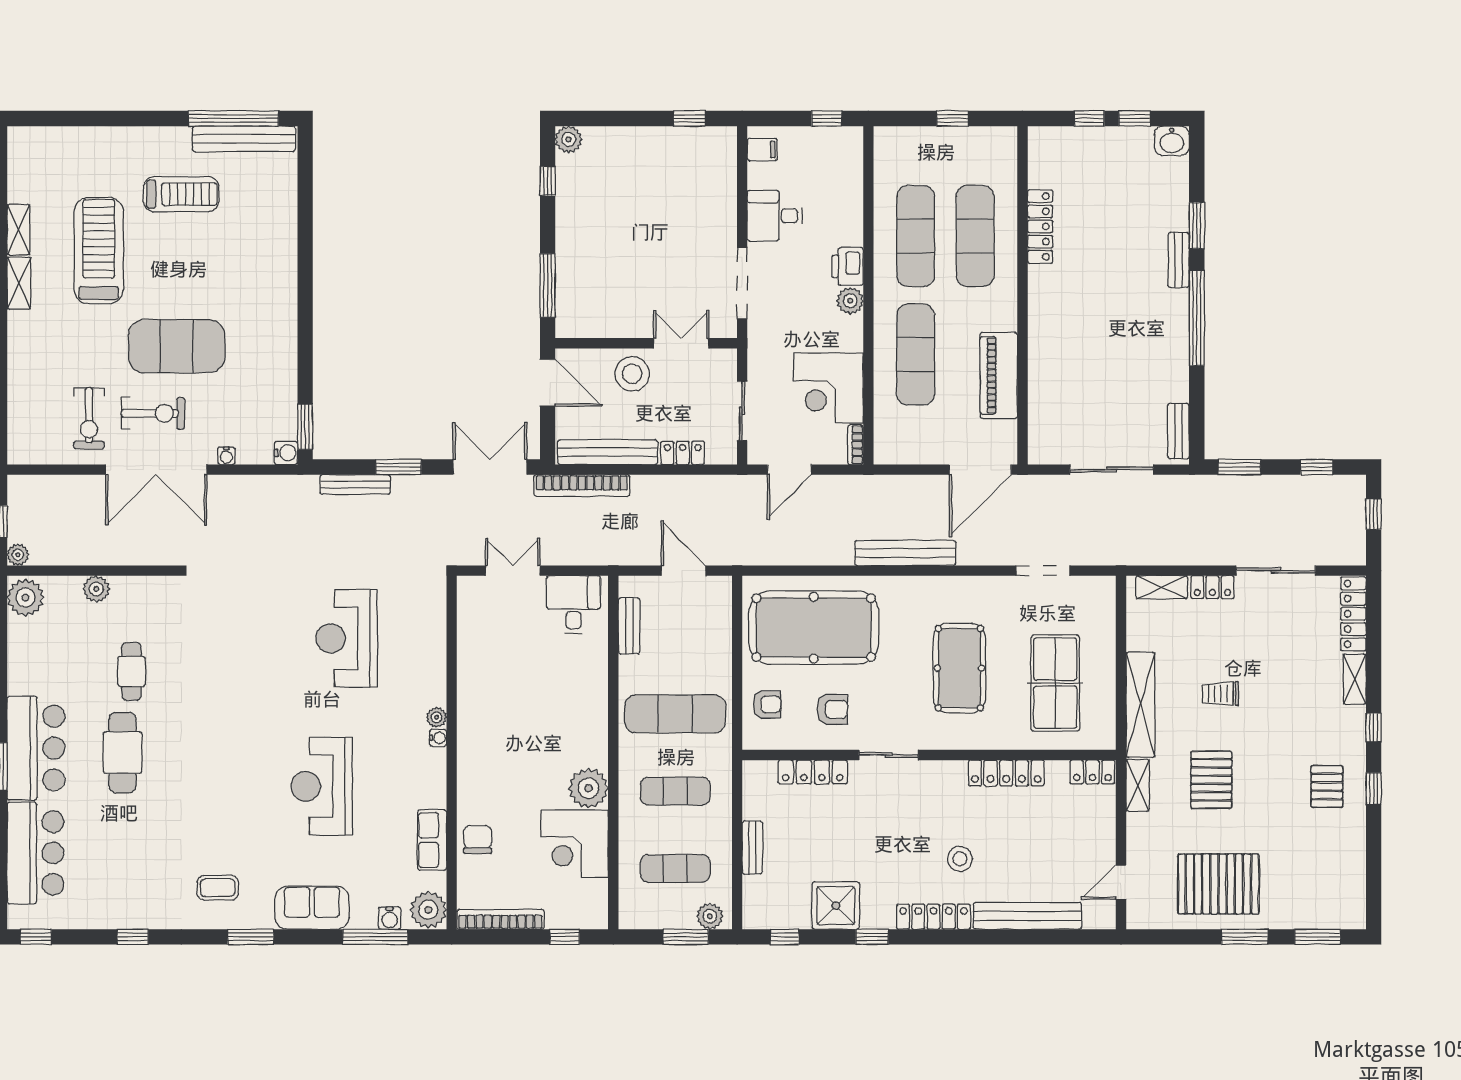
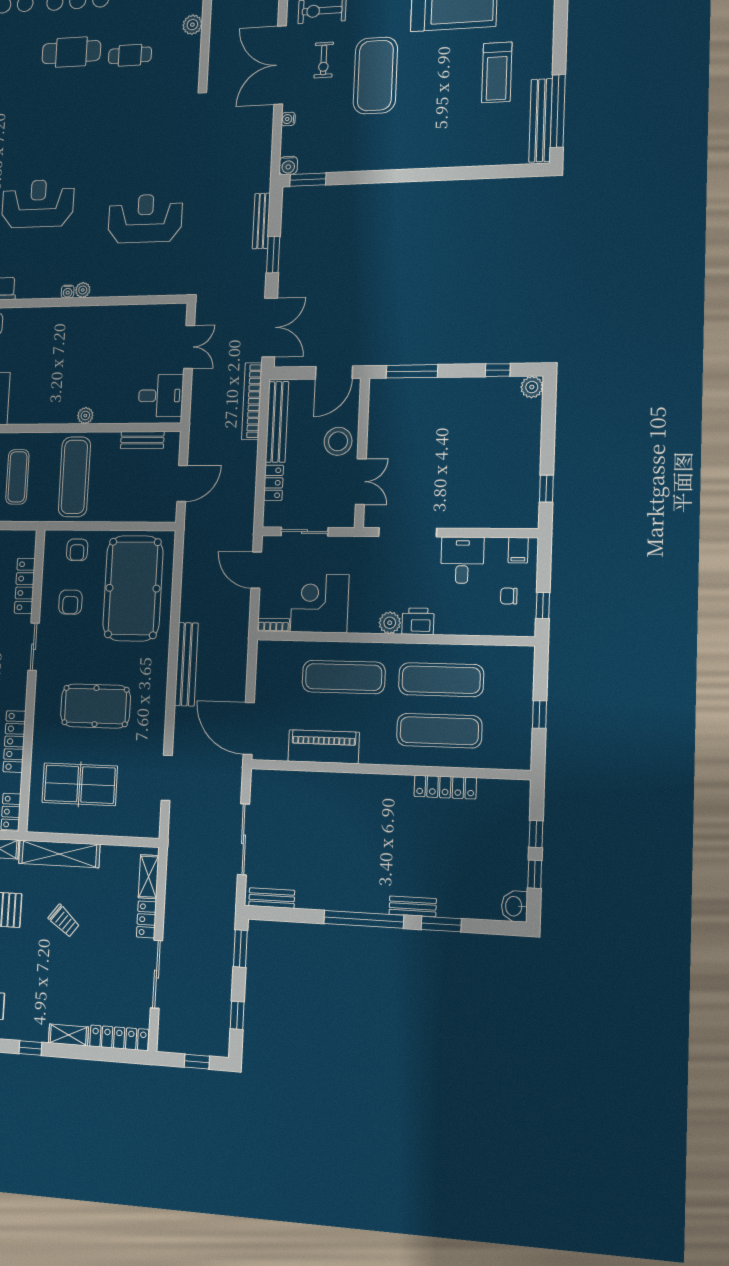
chair: (816, 159) -> (509, 596), added
exercise bike: (153, 413) -> (324, 60), width x0.73, depth x0.72
trolley: (1220, 694) -> (64, 921), turned 129
plant: (588, 788) -> (85, 416), moved, width x0.53, depth x0.53

